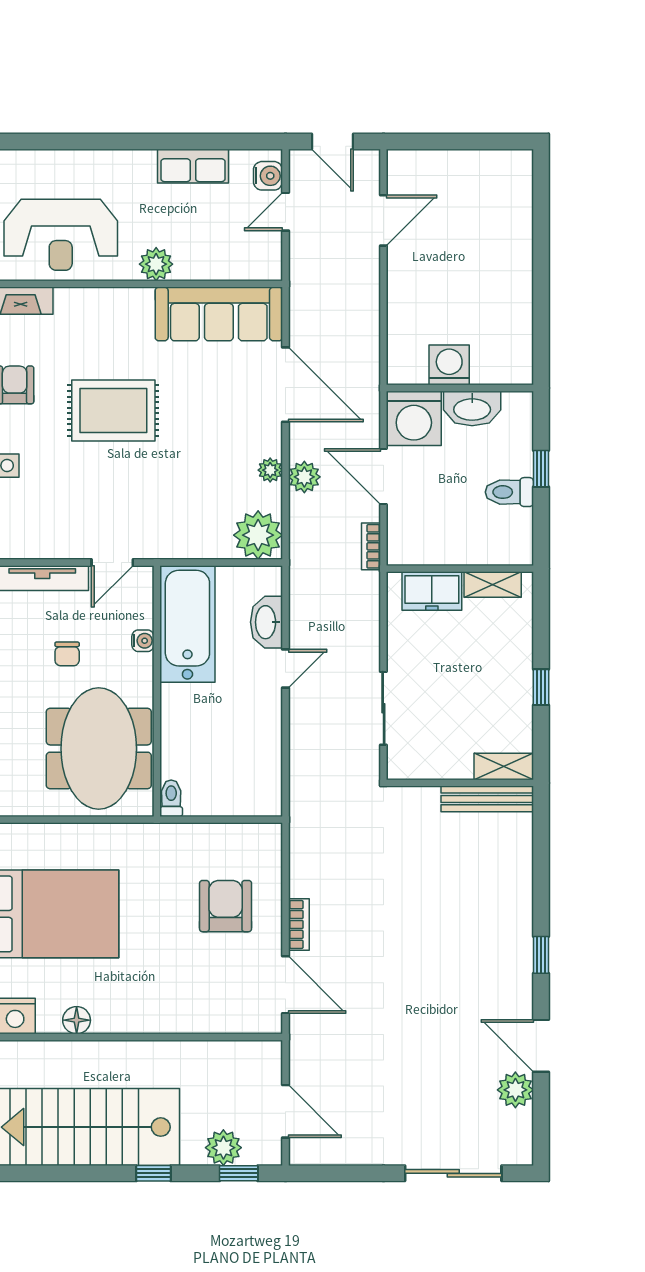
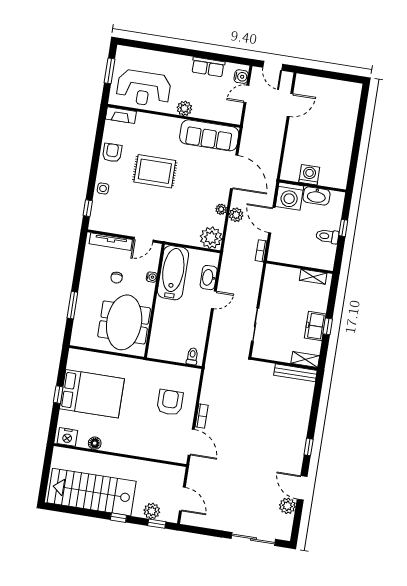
freezer: (432, 591) -> (315, 326), moved, turned 90
toilet: (171, 798) -> (192, 356), moved

